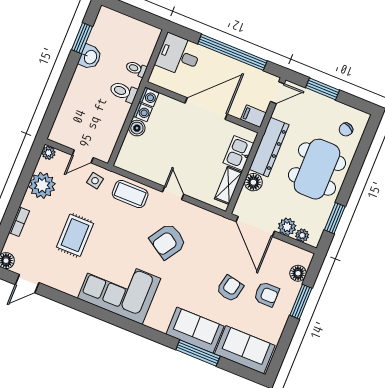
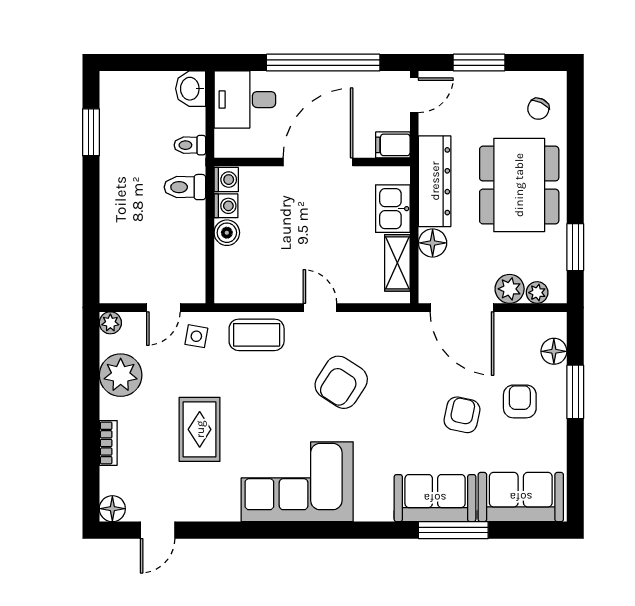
washbasin: (90, 57) -> (191, 89), moved, turned 180
armchair: (267, 294) -> (520, 401), turned -90

